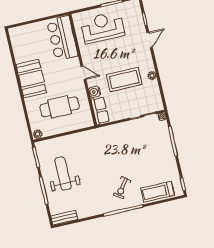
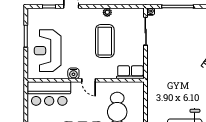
door: (83, 73) -> (89, 80), swing flipped
water cooler: (95, 92) -> (73, 73), moved

